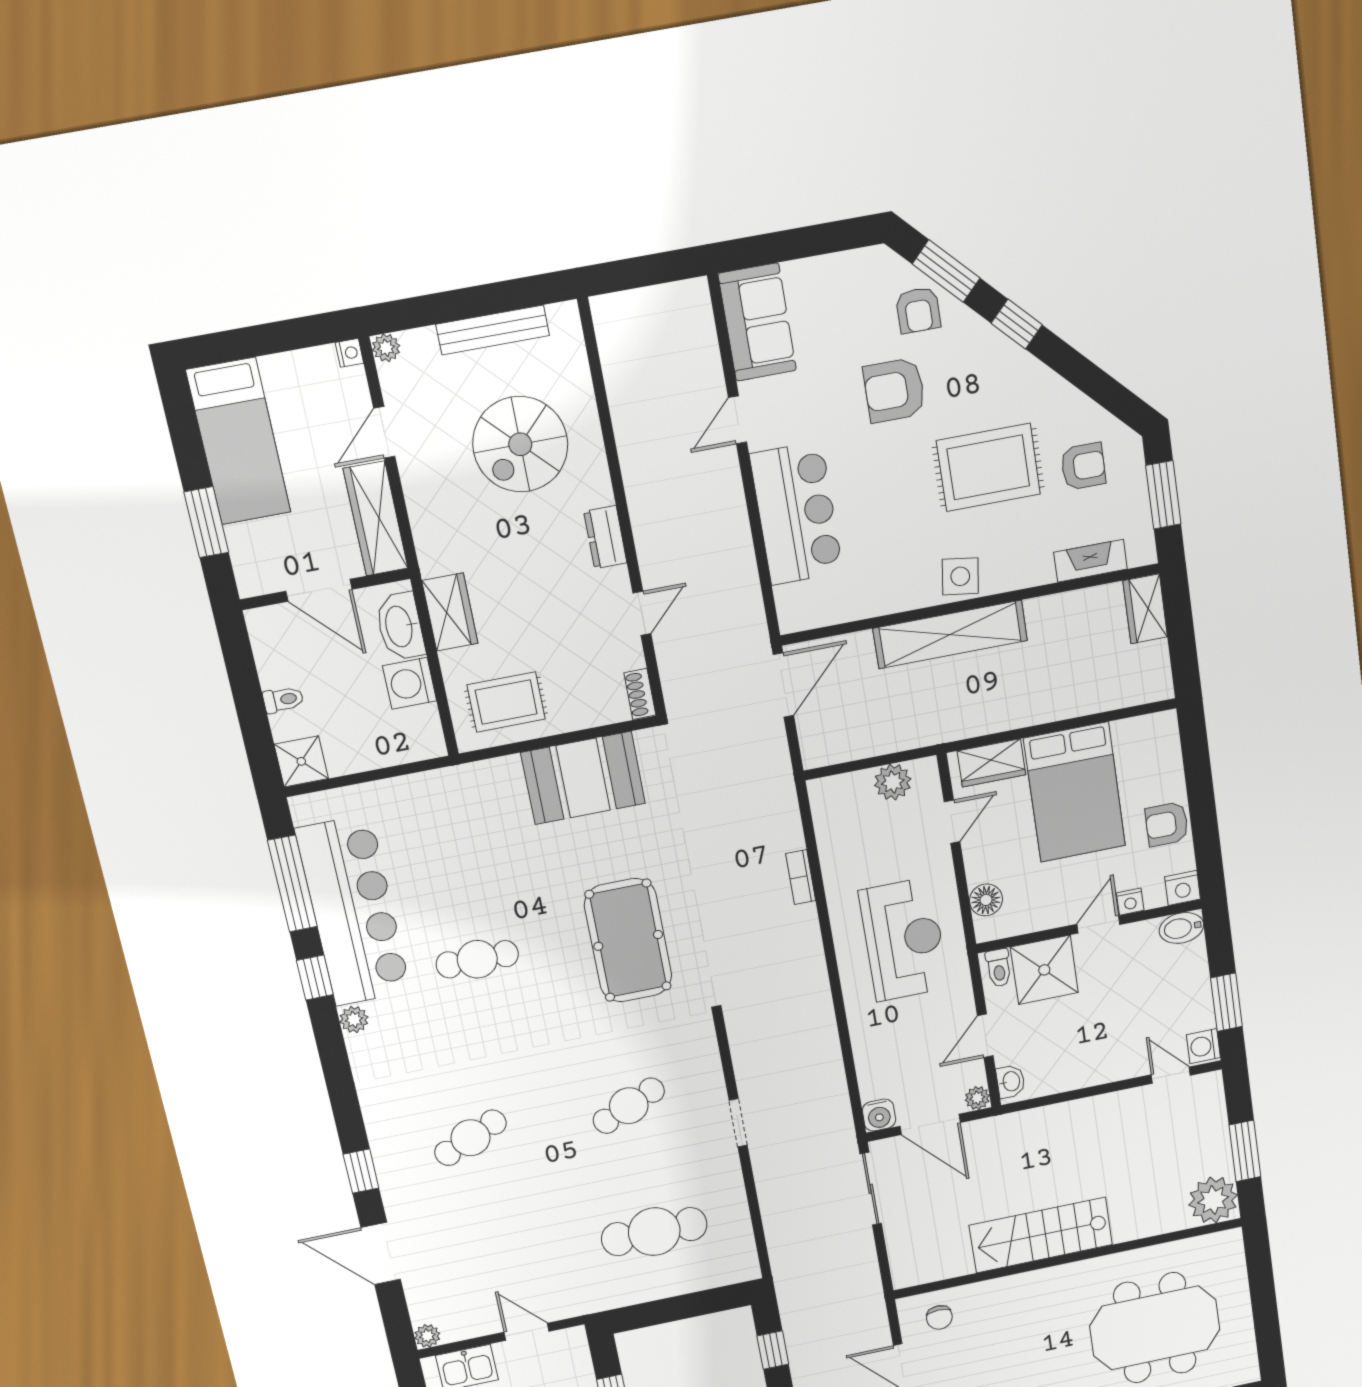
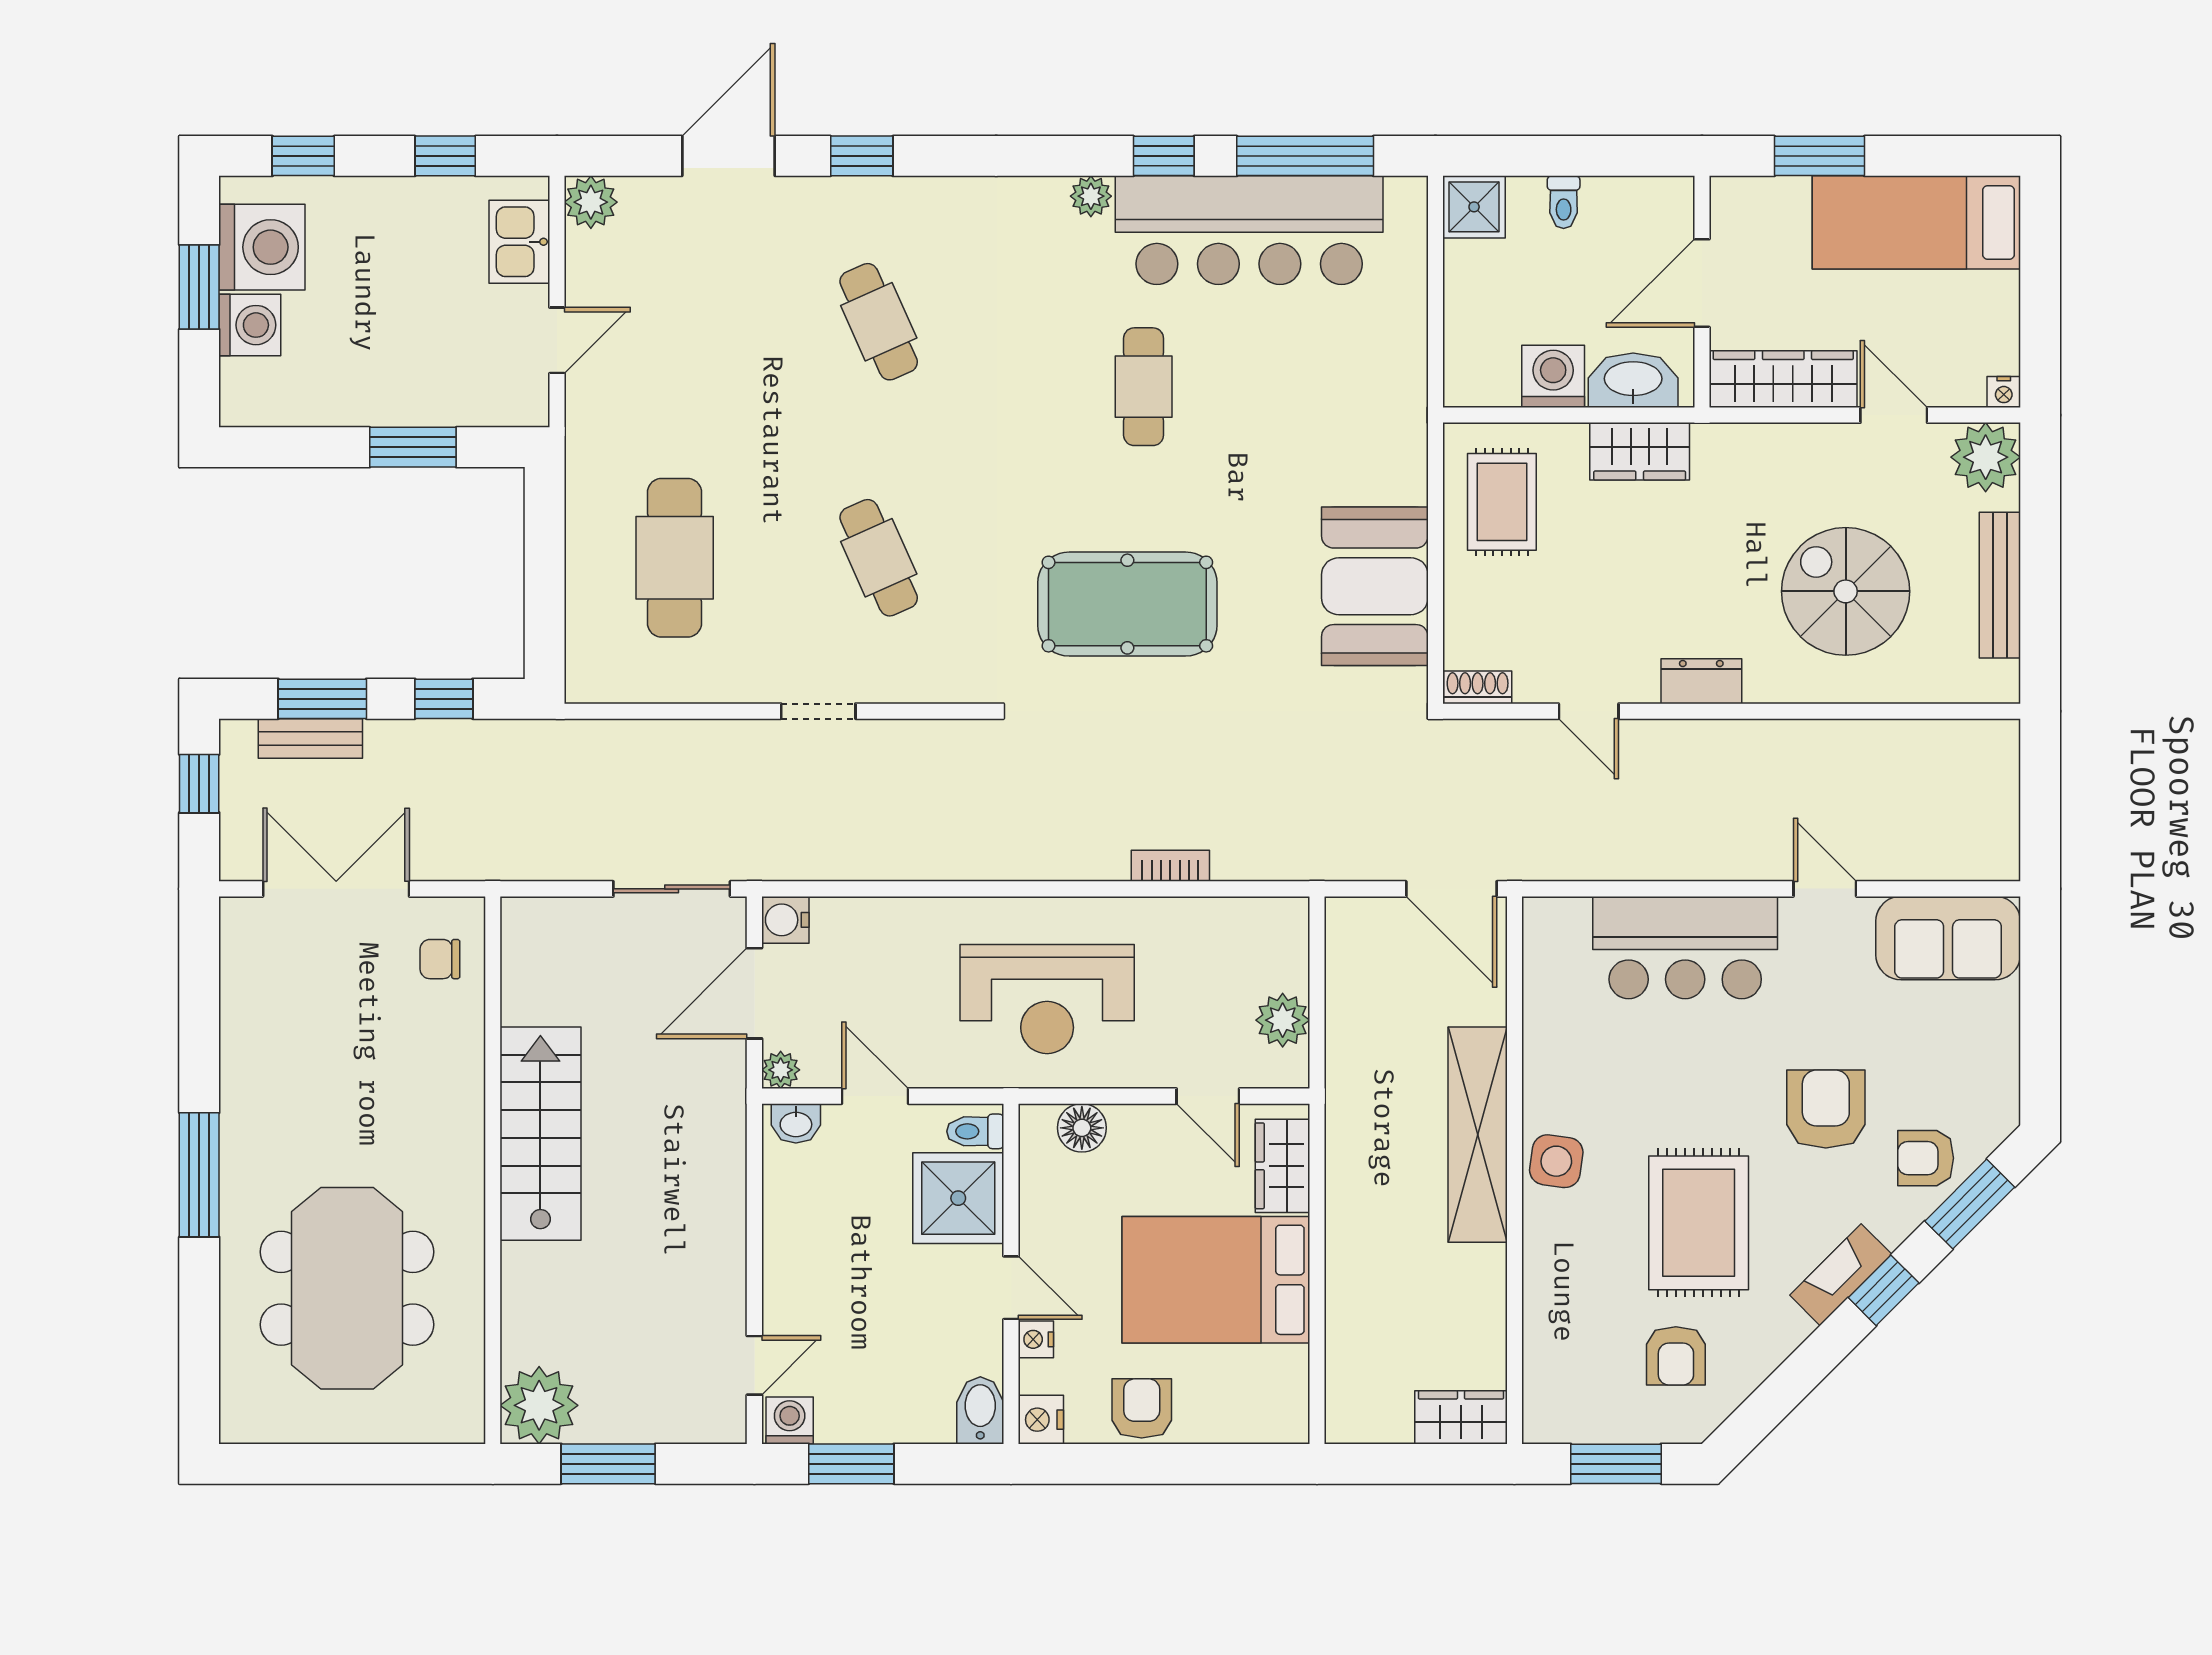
plant: (386, 348) -> (1986, 457), width x1.88, depth x1.88
fireplace: (1091, 561) -> (1841, 1275), moved, turned -135
plant: (427, 1336) -> (591, 202), width x1.38, depth x1.38

